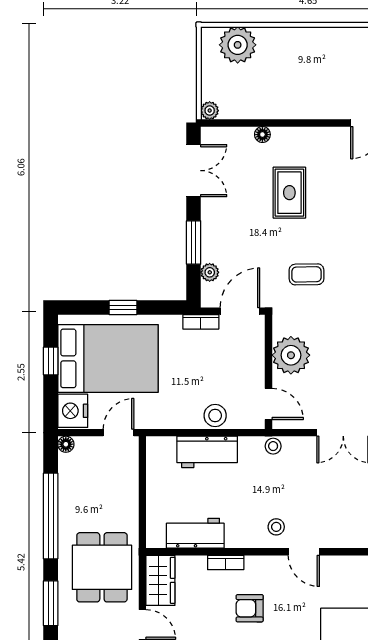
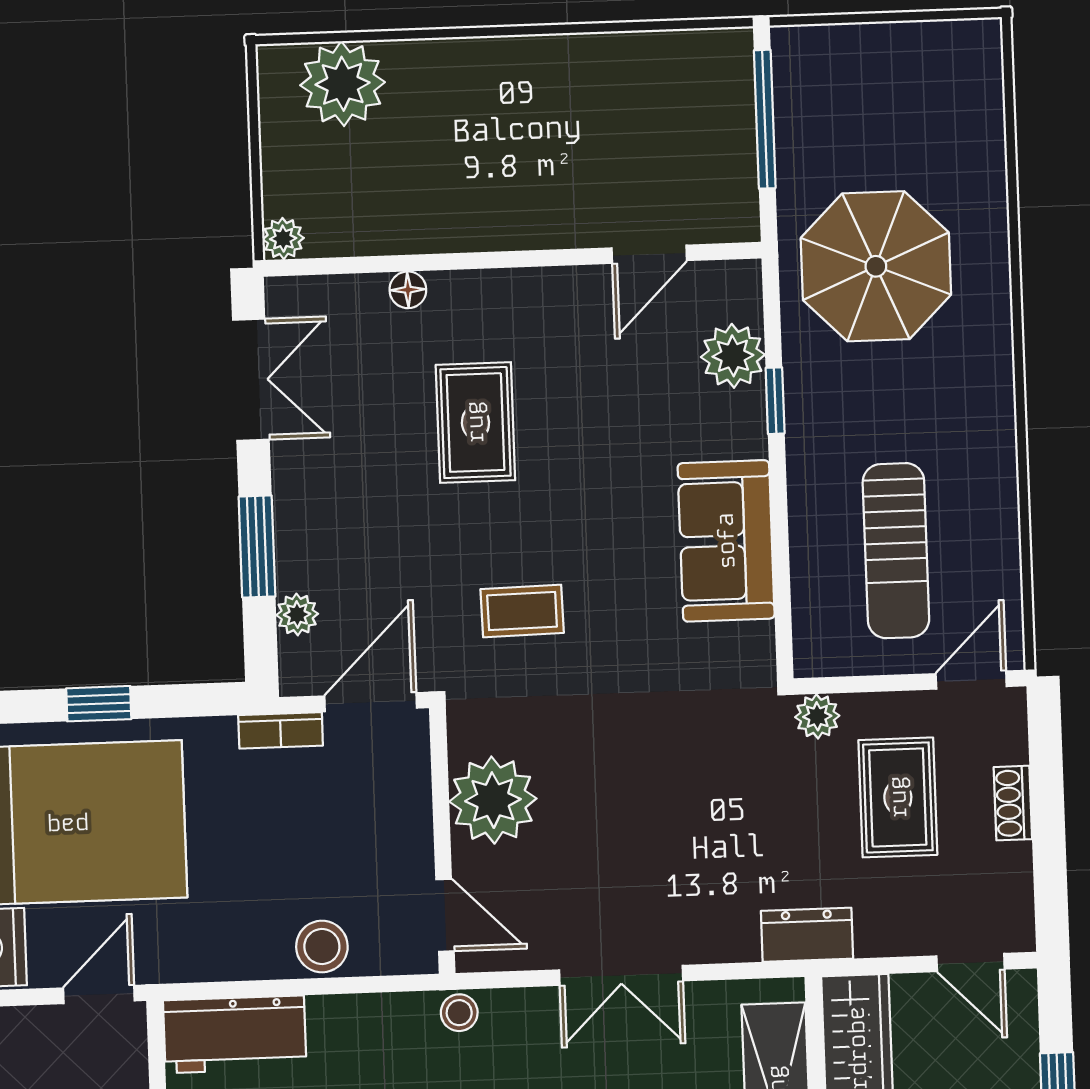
workbench: (207, 452) -> (235, 1034), moved

